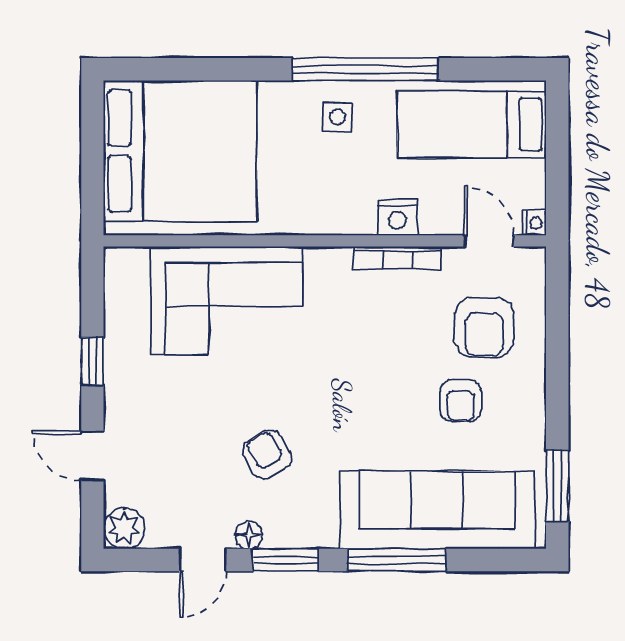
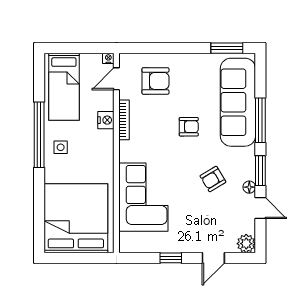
armchair: (461, 401) -> (189, 127), moved

